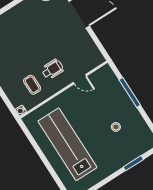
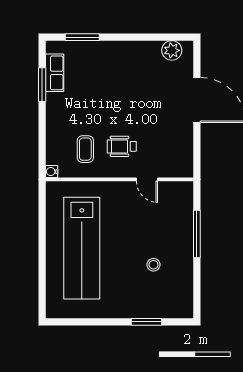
wheelchair: (53, 69) -> (122, 146), turned 180
lab bench: (67, 144) -> (82, 248), turned 180

